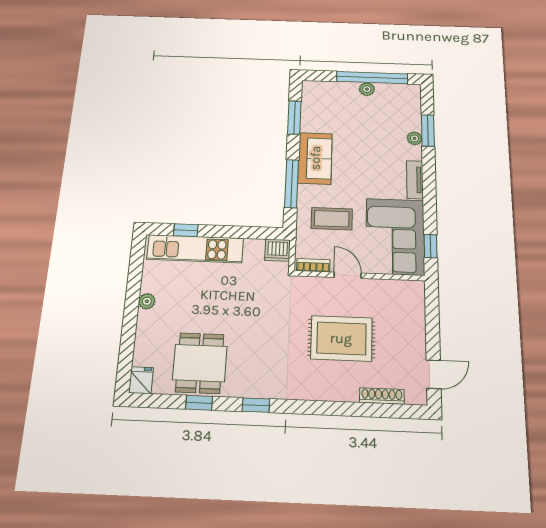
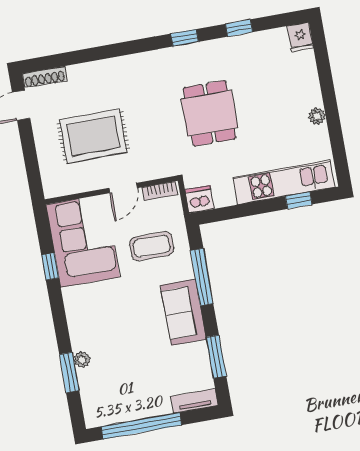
plant: (367, 89) -> (144, 410), removed
tv unit: (415, 180) -> (194, 401), moved, turned -90
window: (431, 246) -> (50, 266), moved
door: (348, 275) -> (123, 188), hinge flipped
rug: (341, 338) -> (93, 136), moved
dining table: (200, 363) -> (210, 113), moved
shoe rack: (382, 396) -> (45, 77), moved

